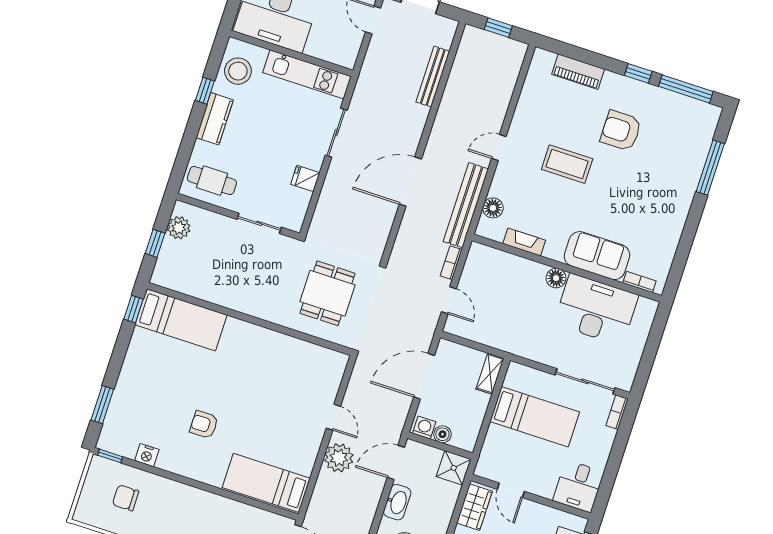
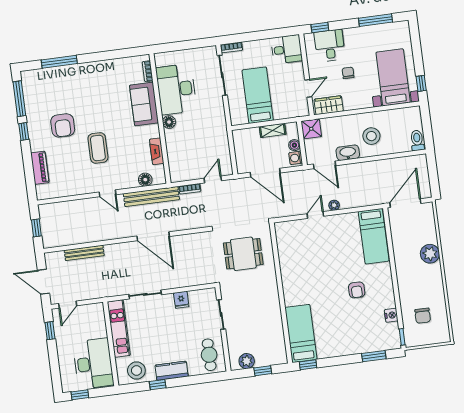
shelving: (490, 374) -> (273, 130), moved
plant: (339, 458) -> (334, 205), width x0.53, depth x0.53

